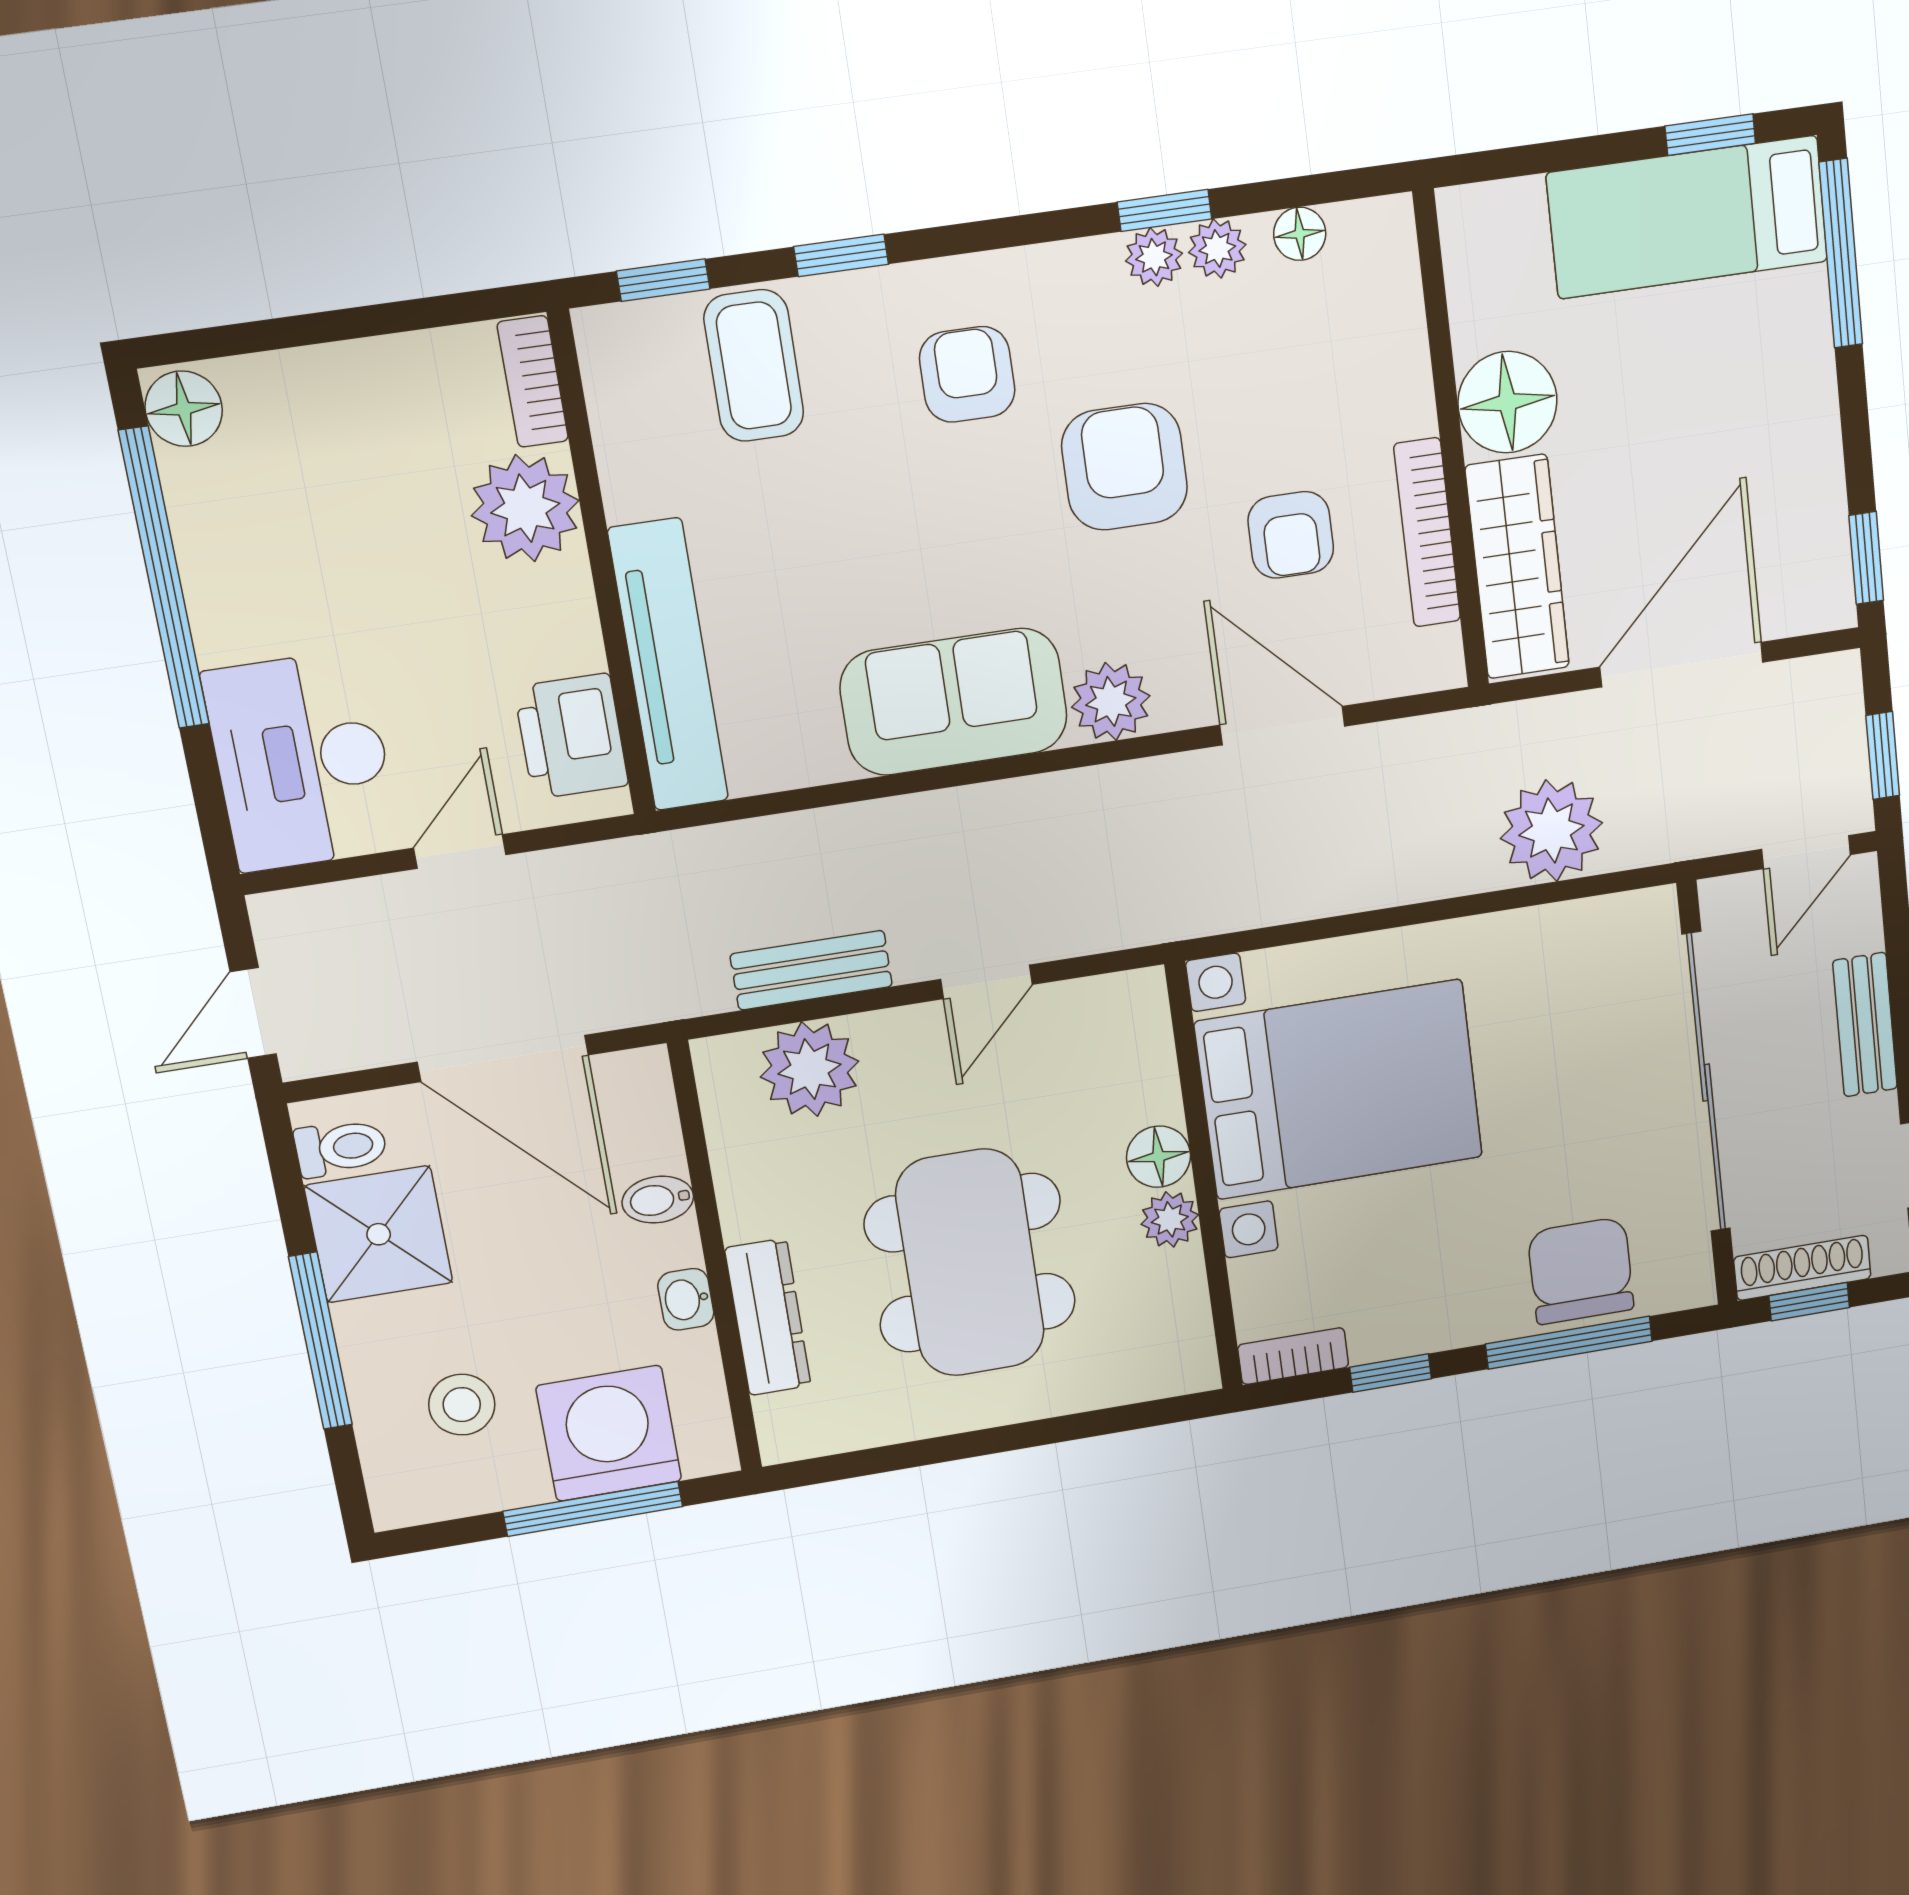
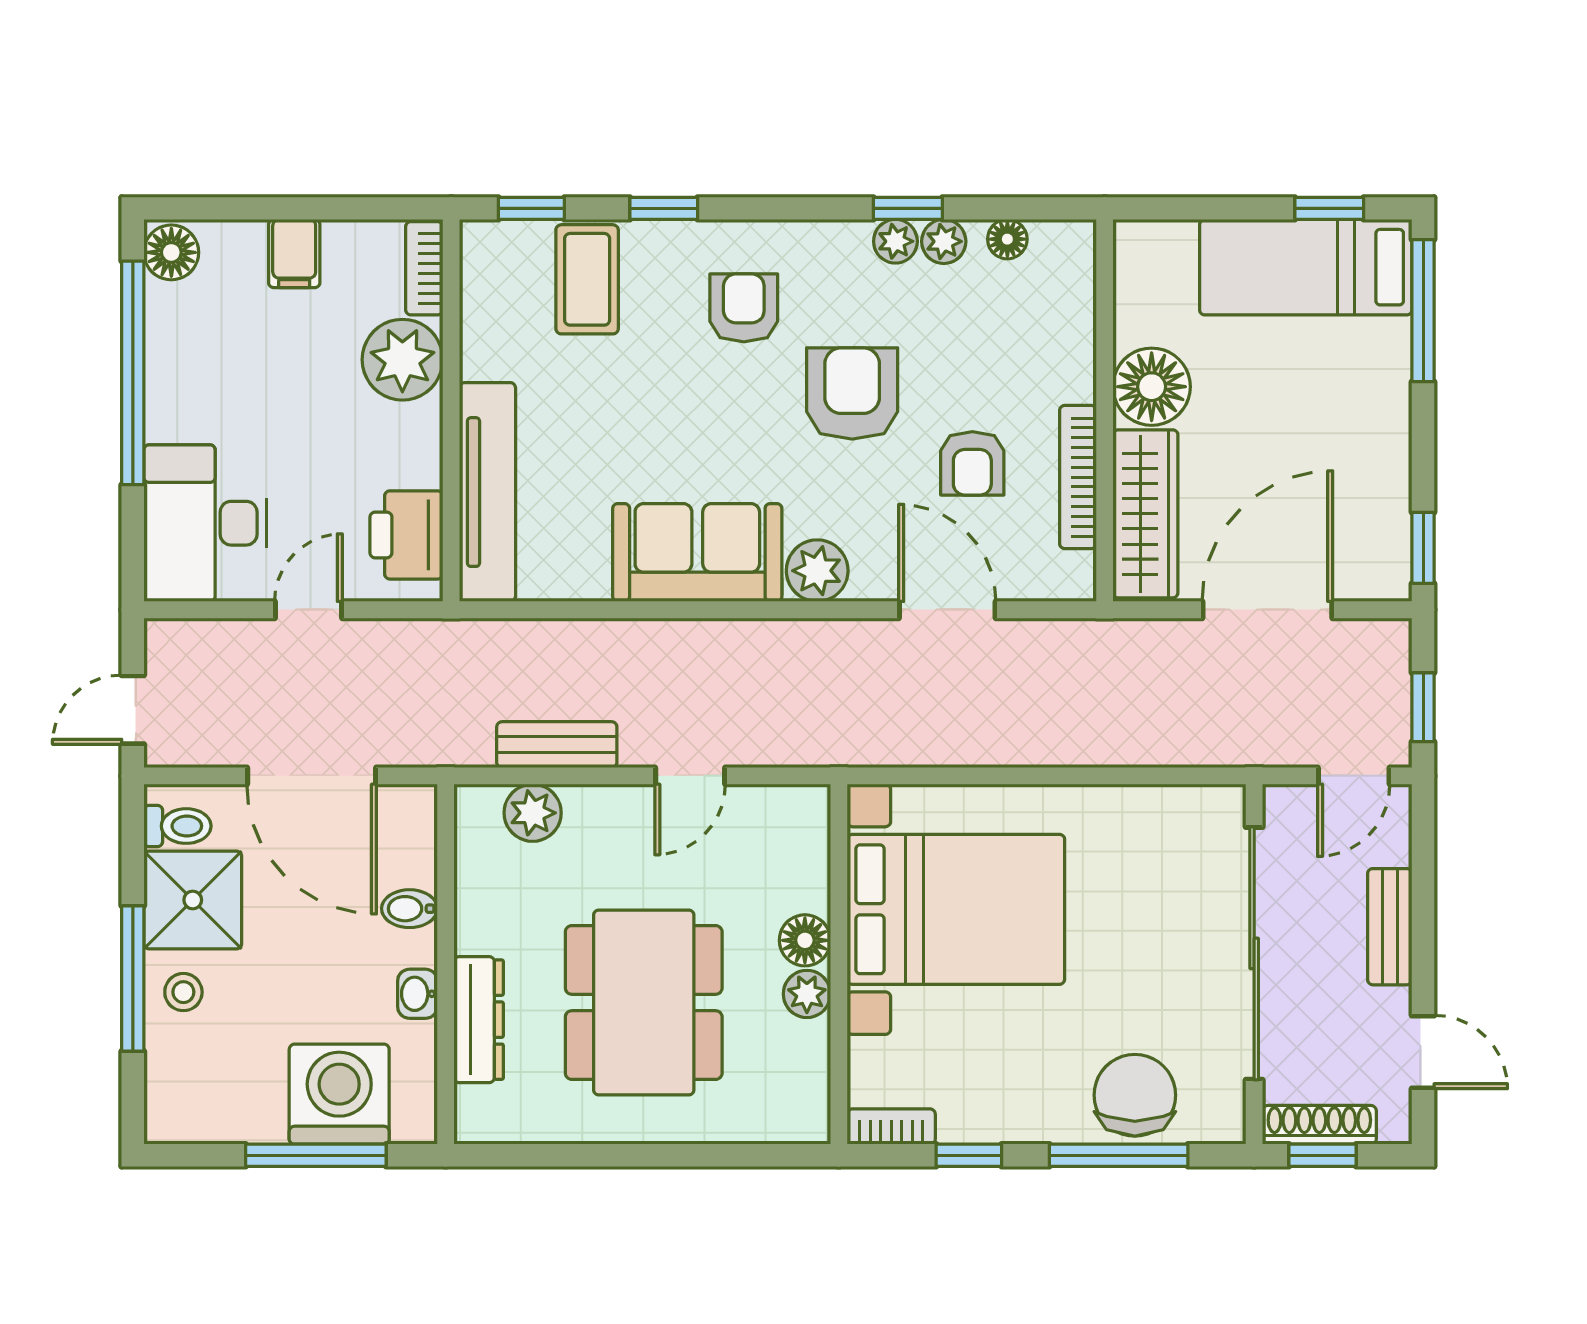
filing cabinet: (353, 387) -> (294, 254), added
plant: (1551, 831) -> (1150, 726), removed
plant: (810, 1069) -> (533, 813), width x0.73, depth x0.73
stool: (462, 1405) -> (183, 992), moved, width x0.73, depth x0.73

